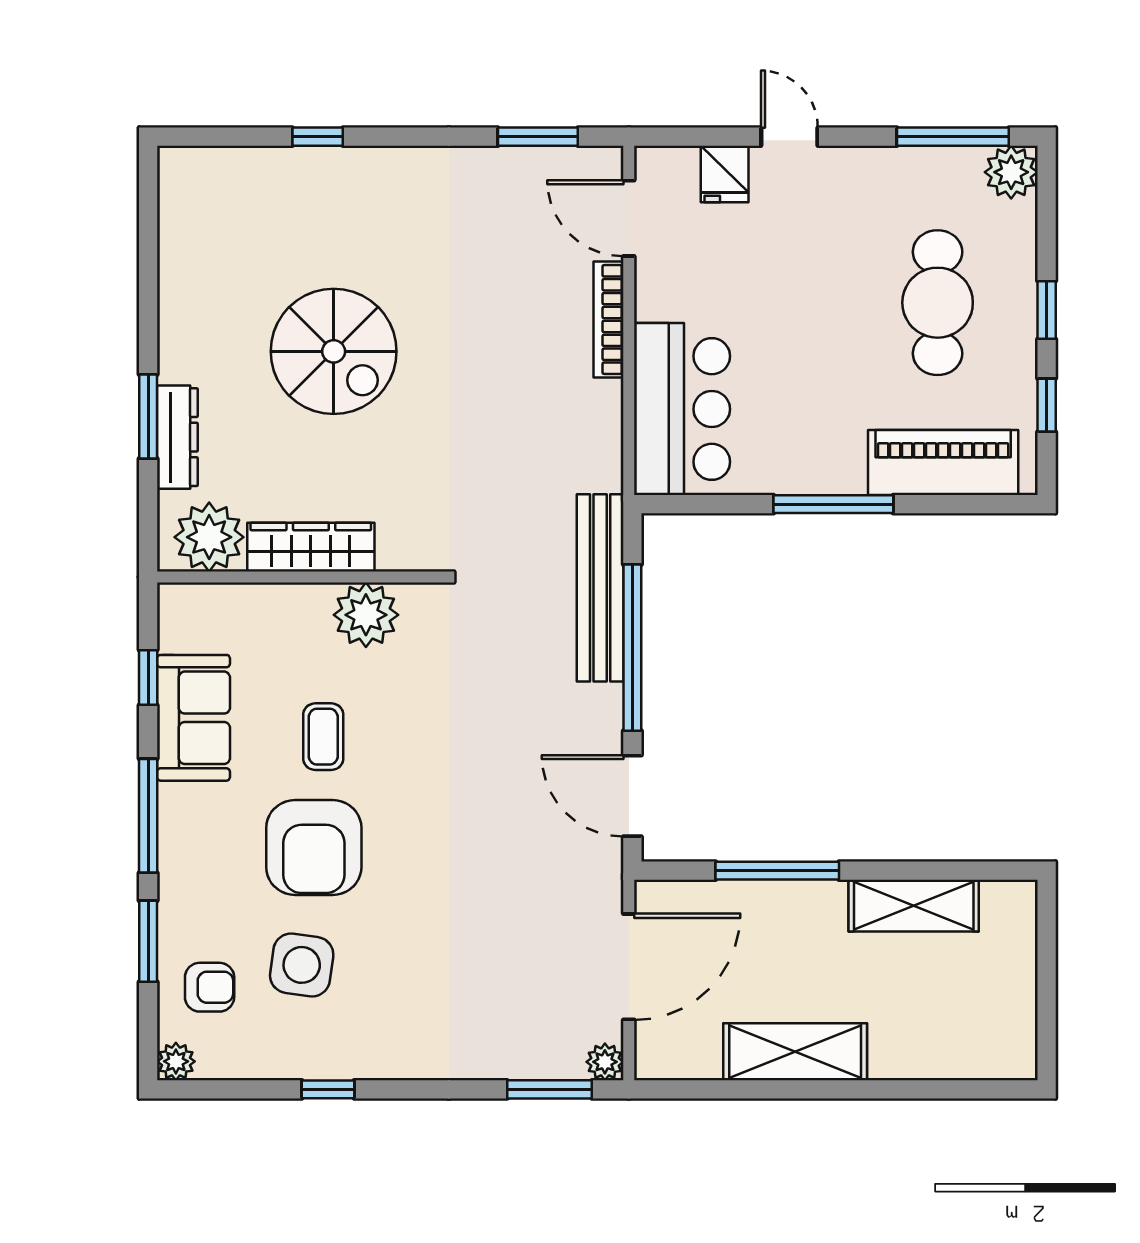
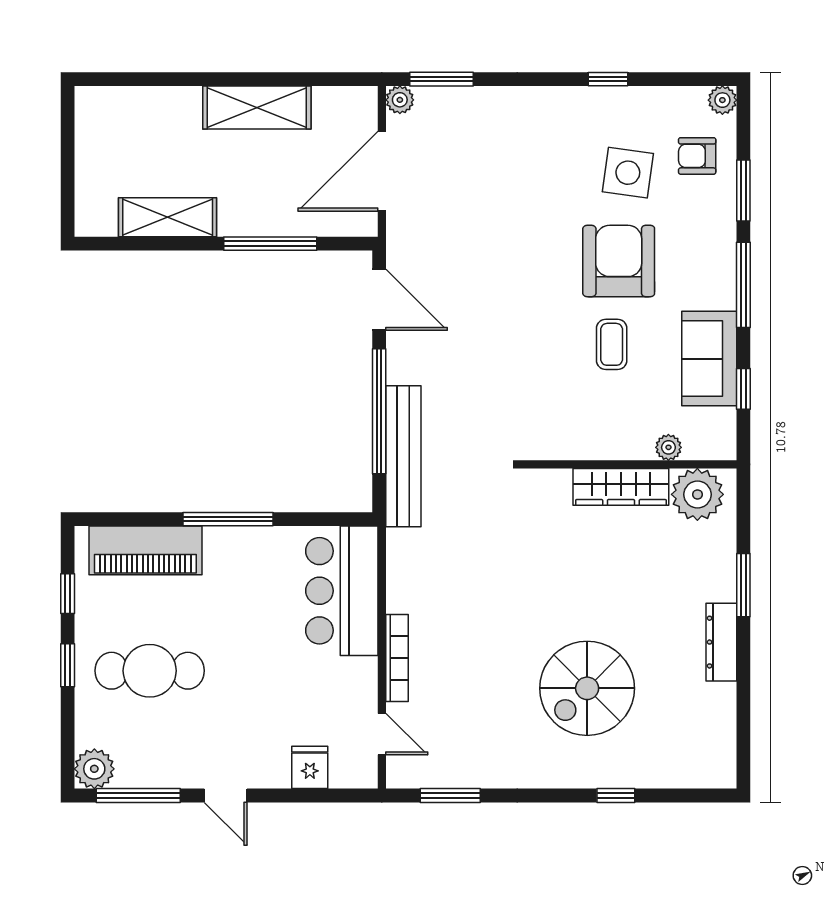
door: (789, 137) -> (226, 795), moved
door: (629, 218) -> (382, 734), width x0.73
cafe table: (938, 303) -> (150, 671), turned 90
spiral stairs: (334, 351) -> (587, 688), moved, turned -90
dresser: (177, 437) -> (721, 642), moved
plant: (366, 615) -> (668, 447), moved, width x0.53, depth x0.53

